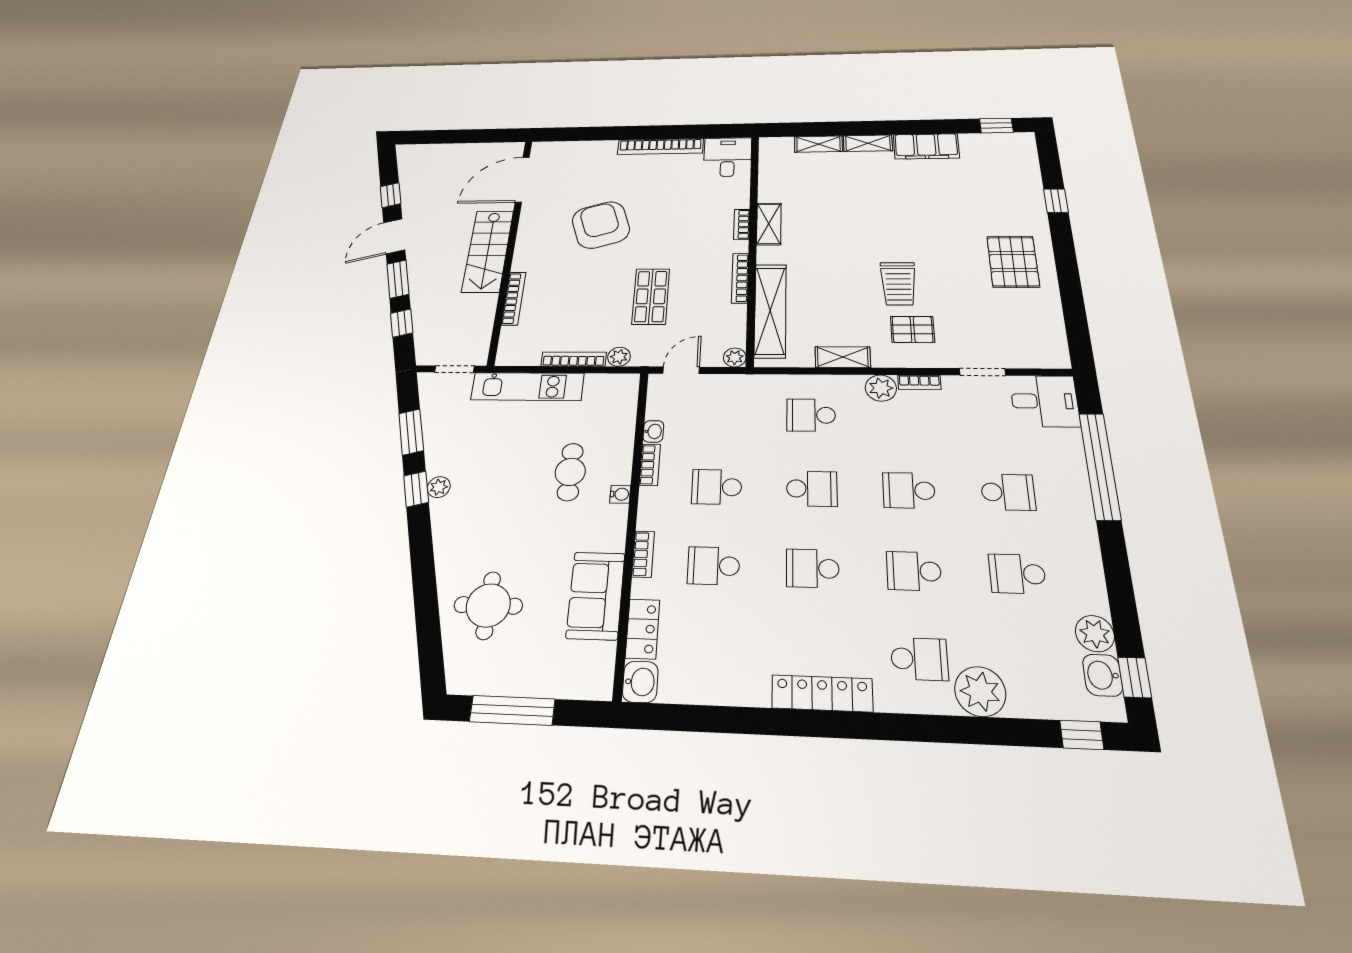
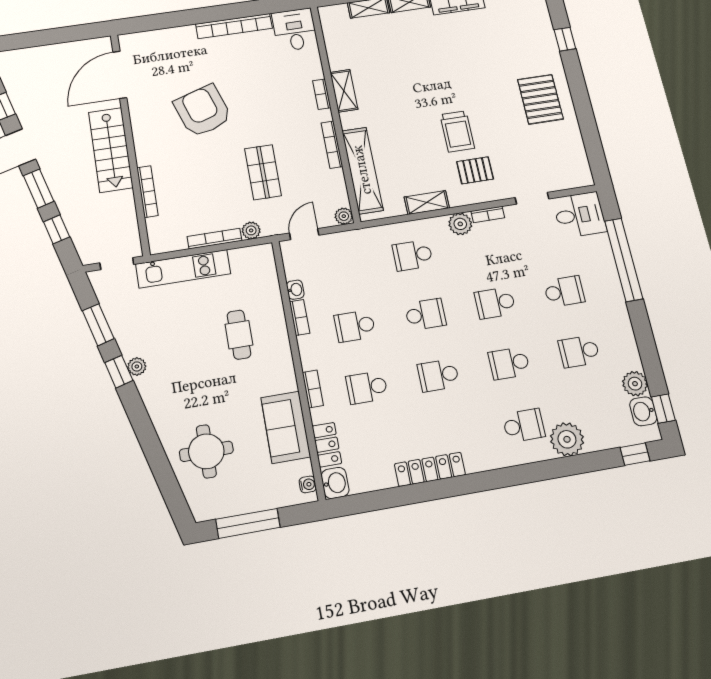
water cooler: (620, 494) -> (308, 484), moved
locker: (822, 693) -> (430, 469), moved

